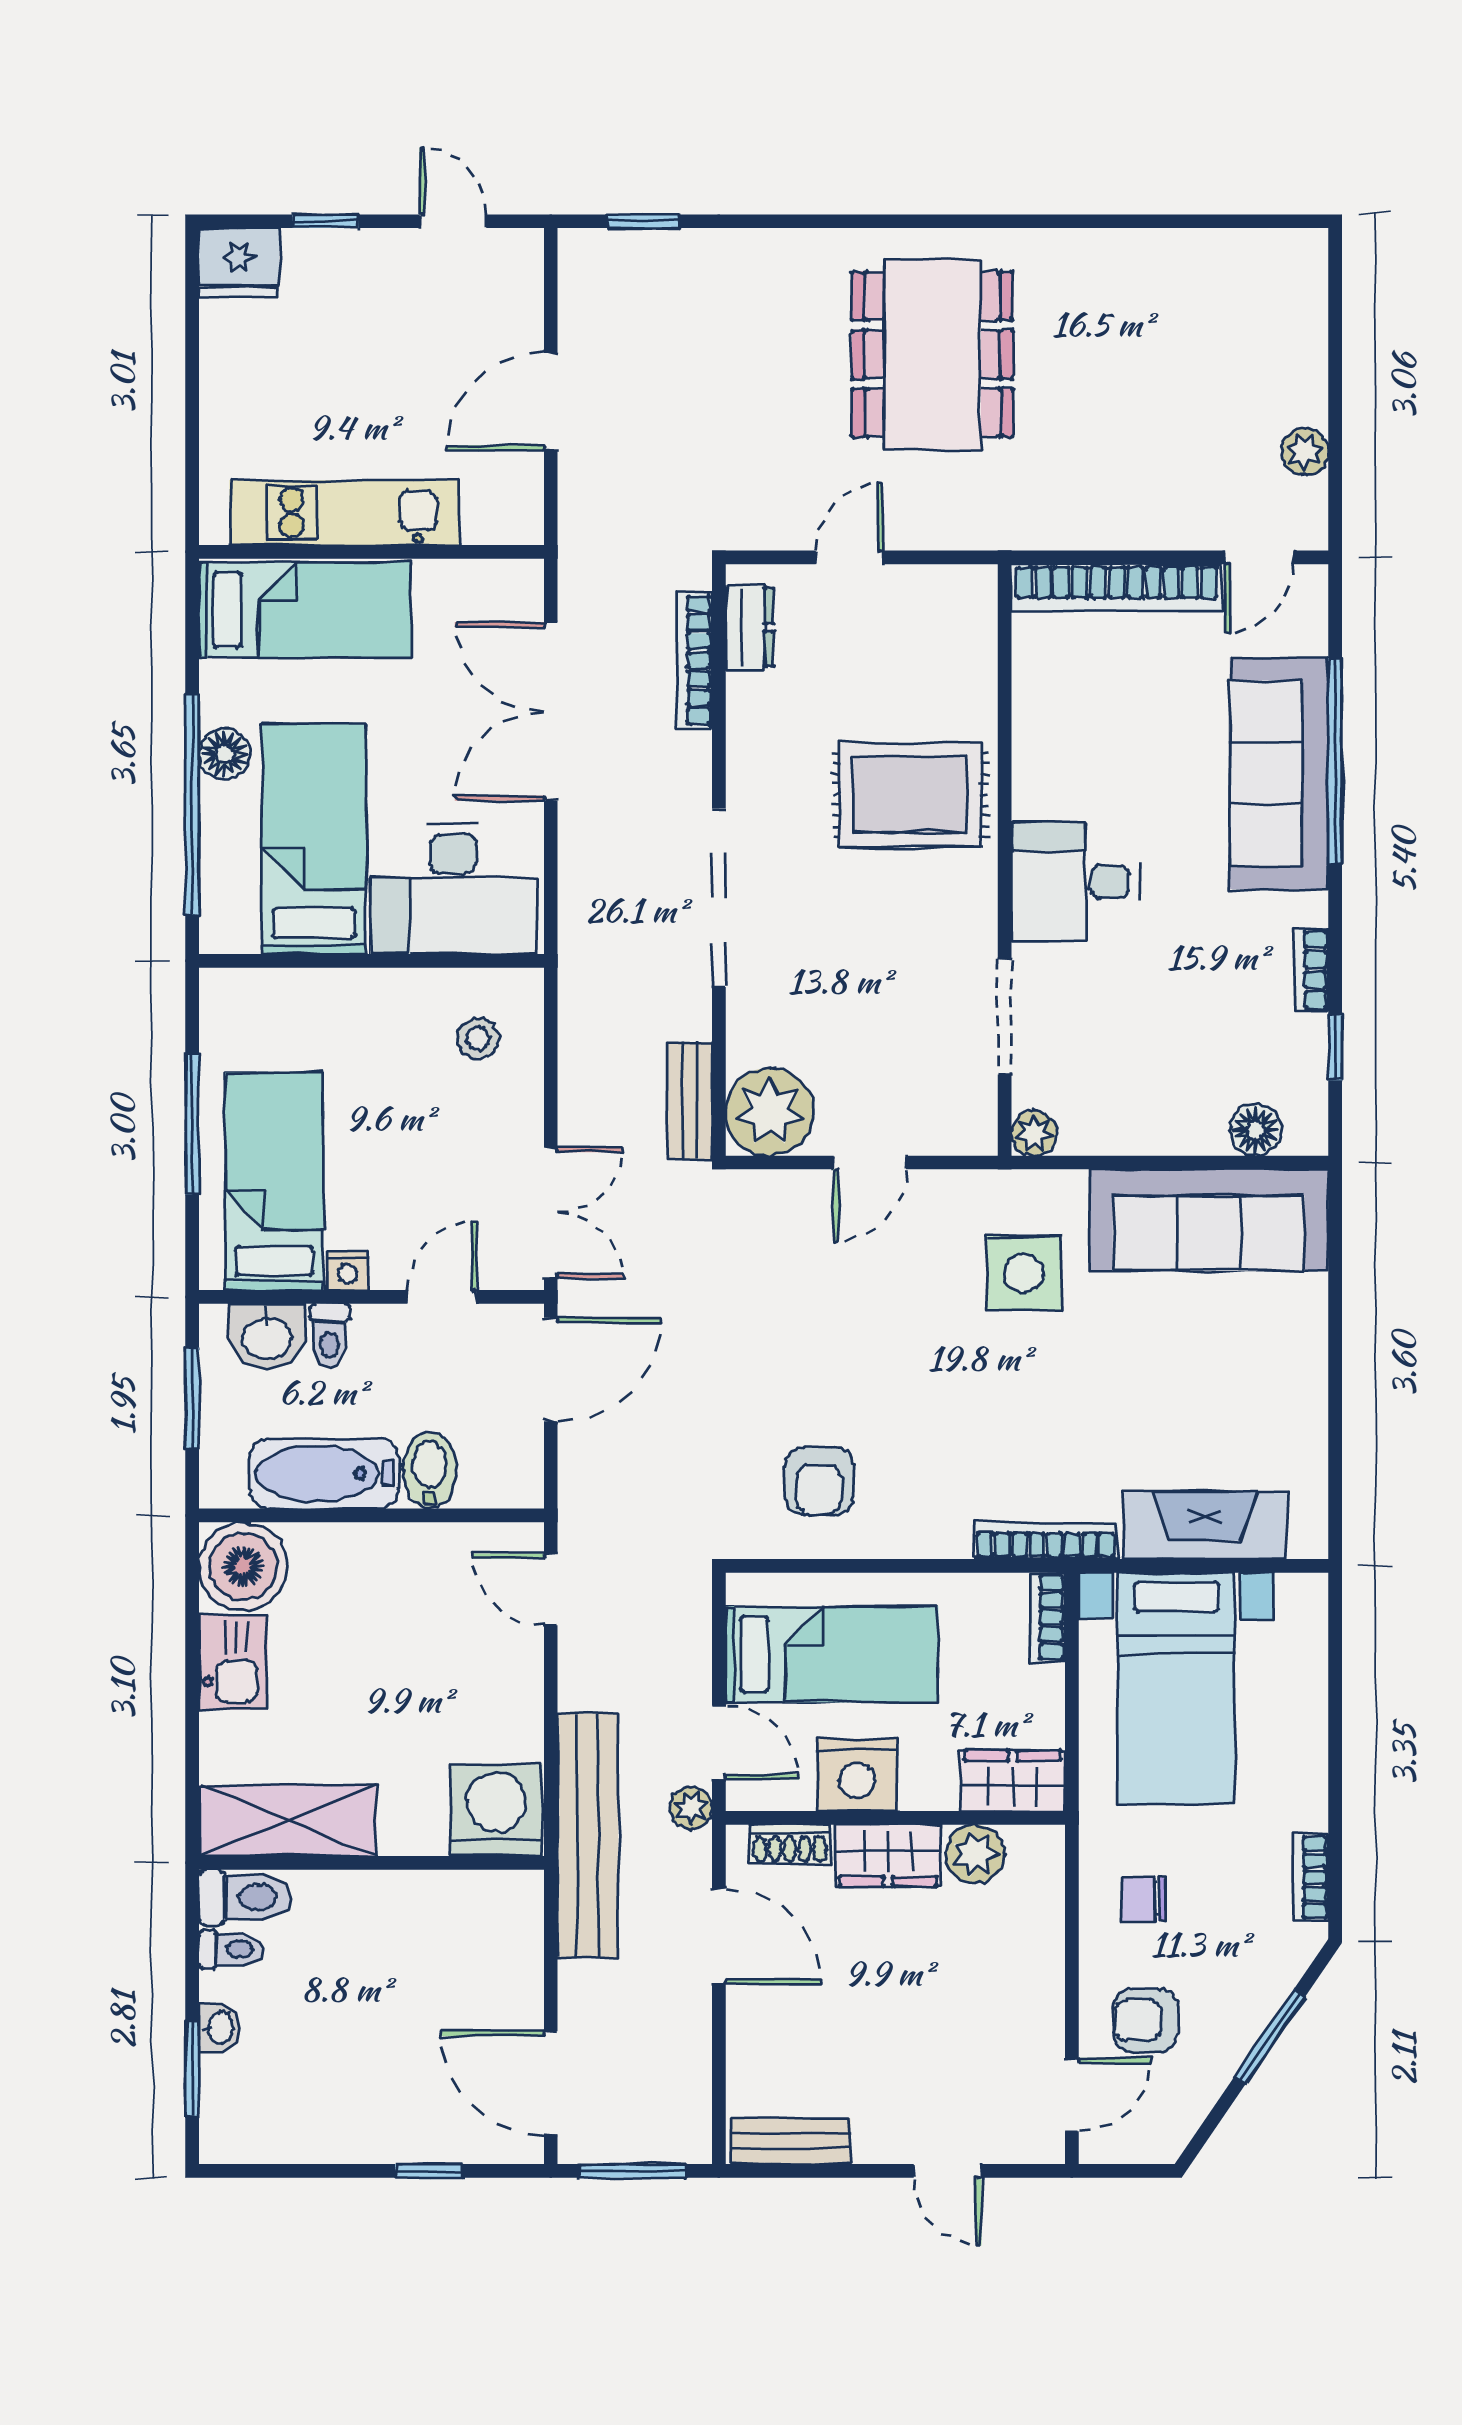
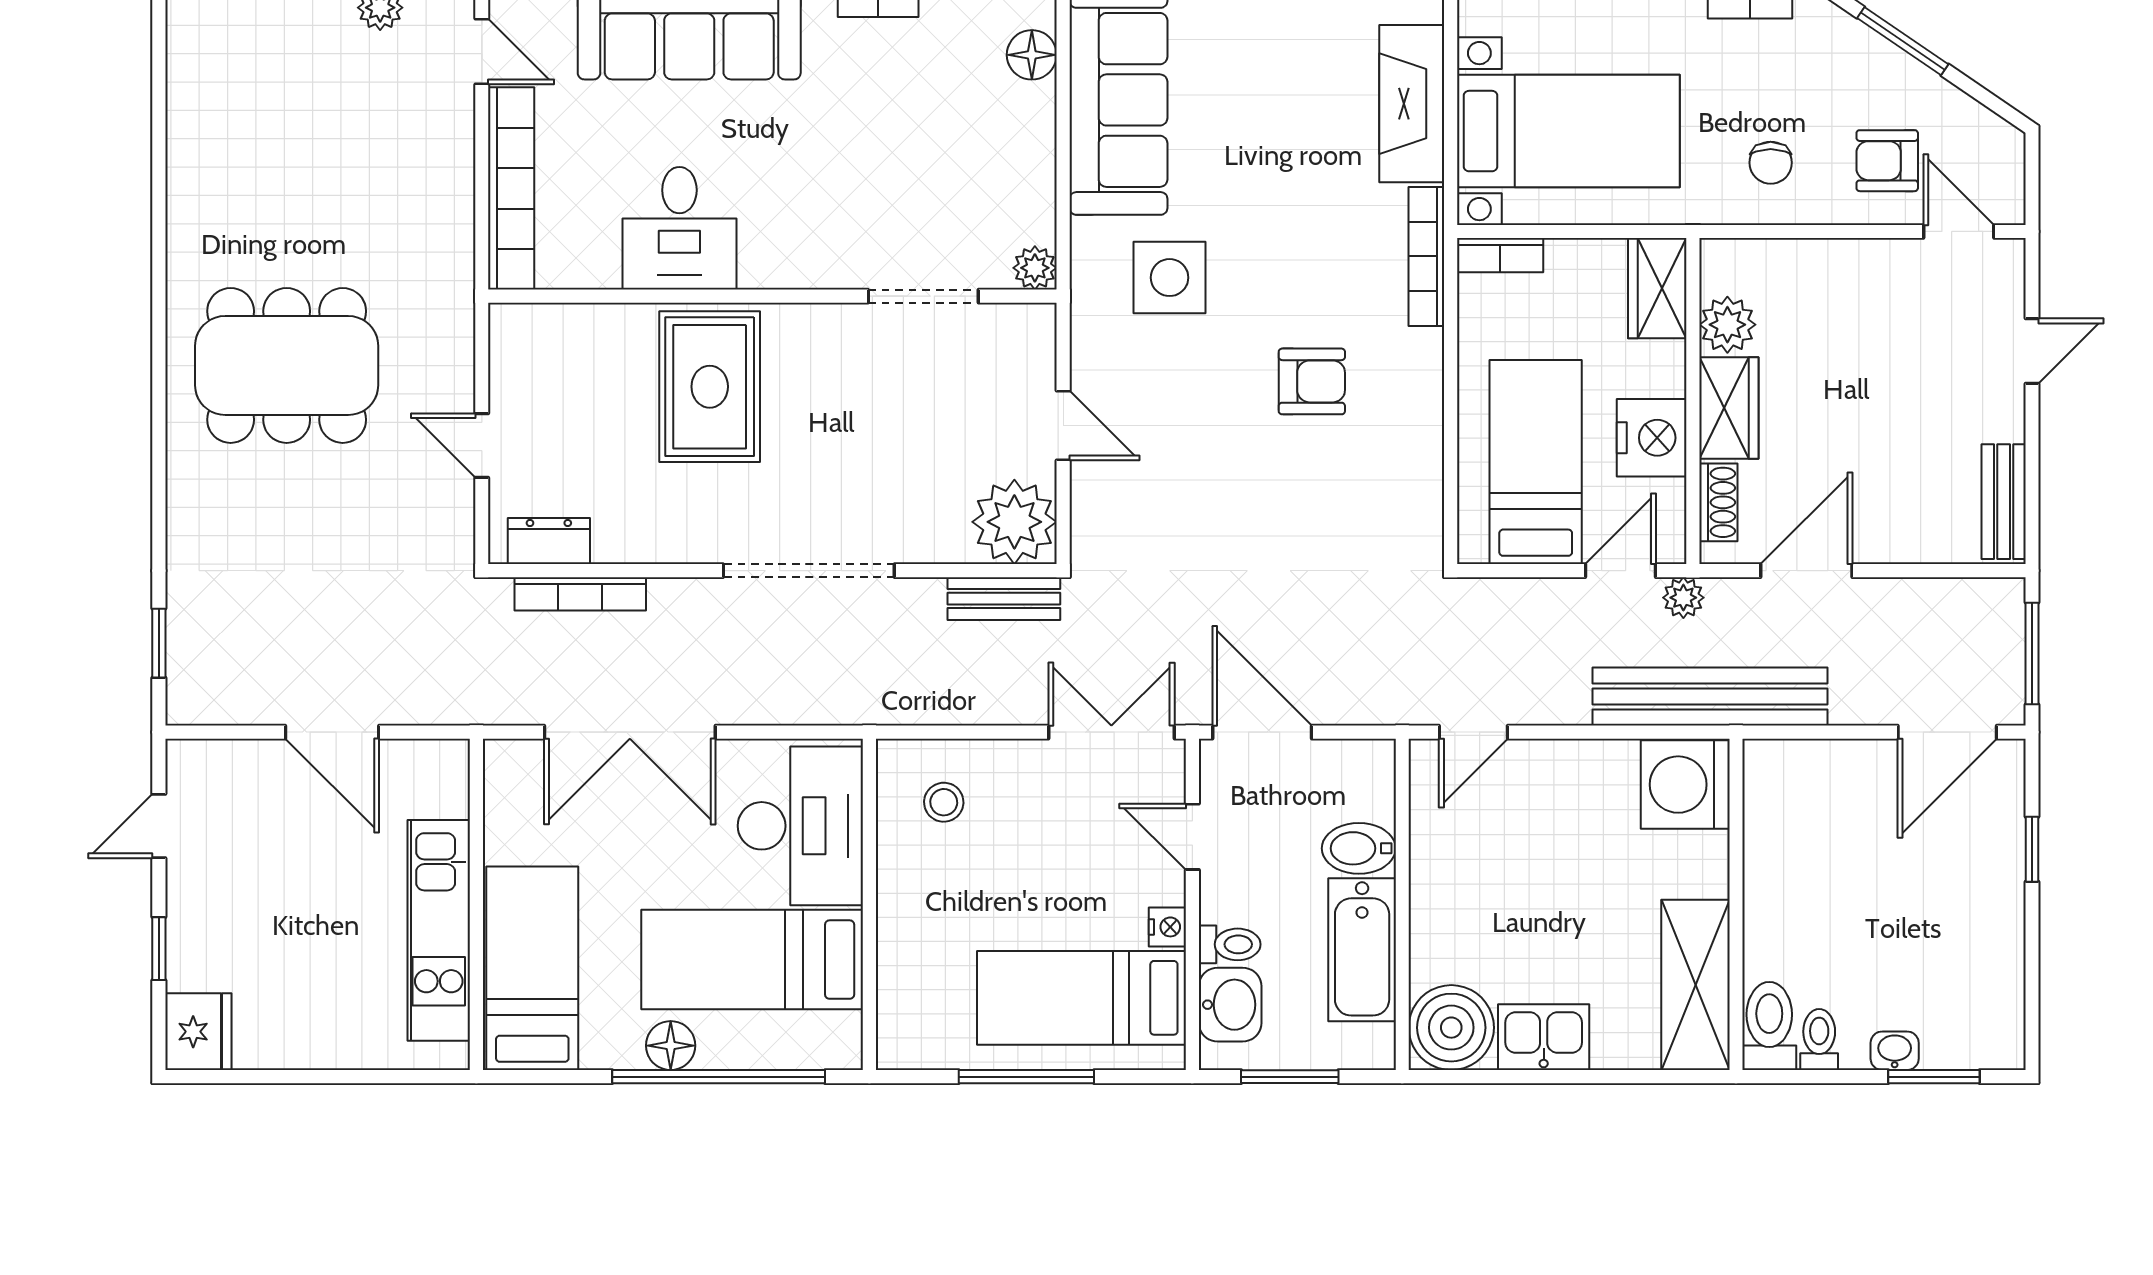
desk: (1075, 882) -> (679, 228), moved
armchair: (819, 1481) -> (1312, 381), moved
armchair: (1146, 2020) -> (1887, 161), turned 90

